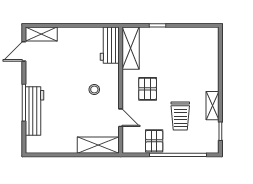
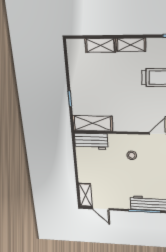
shelving: (212, 61) -> (100, 45), added
pallet: (148, 89) -> (130, 109), removed
shelving: (212, 106) -> (131, 45), moved

